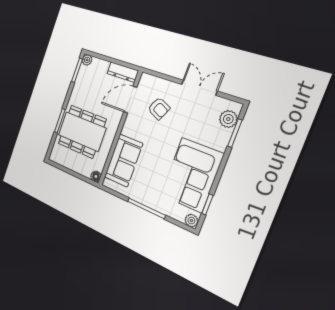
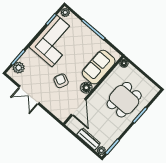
dresser: (123, 72) -> (89, 139), moved
door: (130, 100) -> (79, 107), hinge flipped
armchair: (159, 108) -> (61, 81), moved
floor lamp: (129, 128) -> (86, 88), added
dining table: (82, 132) -> (124, 100), width x0.73

